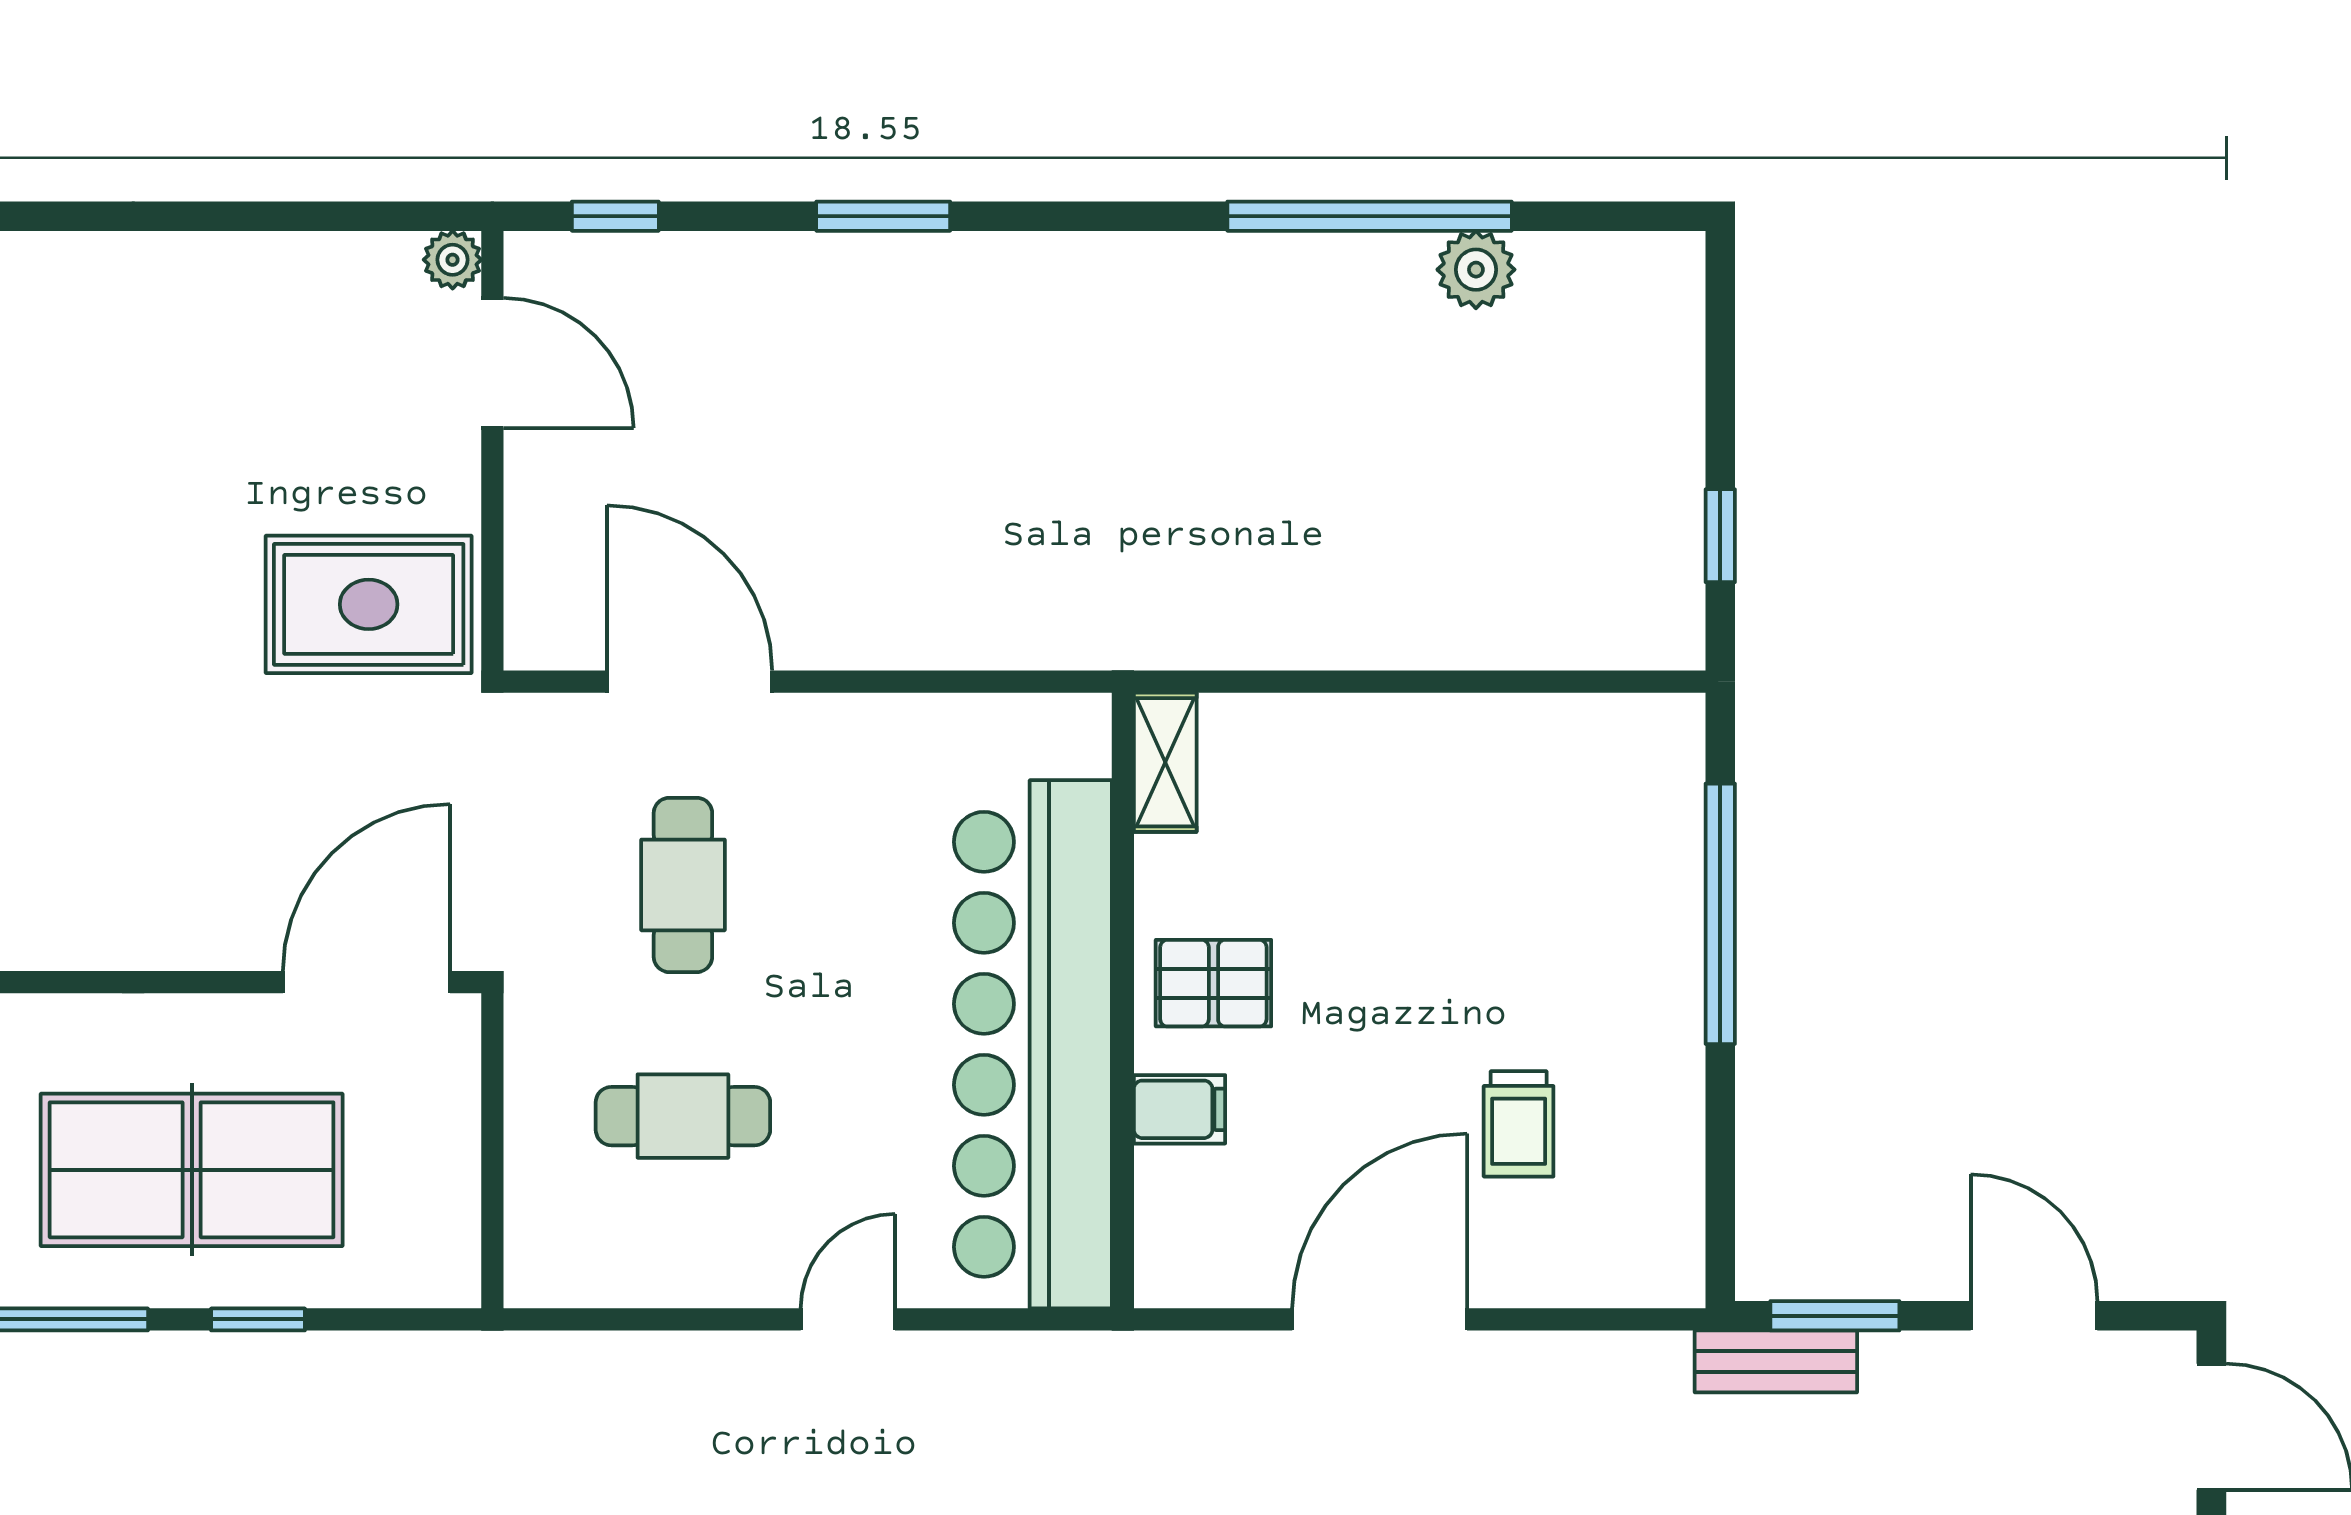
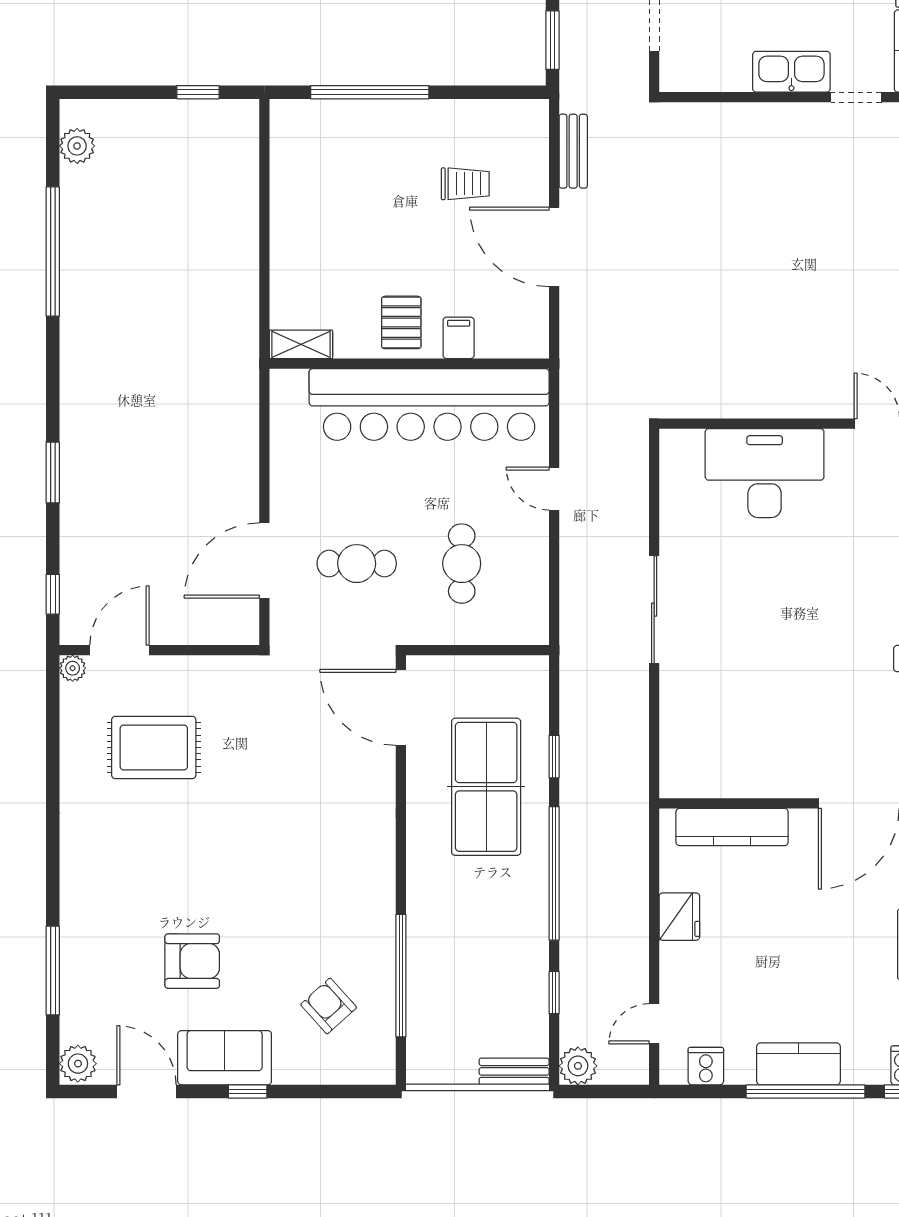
plant: (1476, 270) -> (77, 146), moved
rug: (369, 604) -> (154, 747), moved, turned 90
bench: (1776, 1361) -> (573, 151), moved

